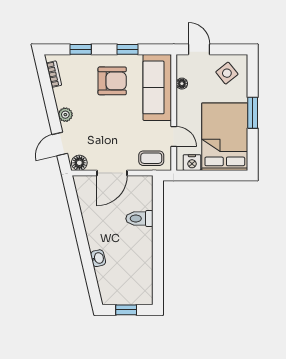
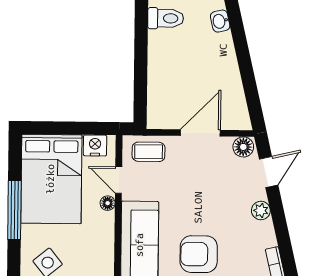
floor lamp: (182, 84) -> (108, 203), moved
window: (253, 113) -> (14, 210), width x1.44
toilet: (139, 219) -> (166, 18), moved

